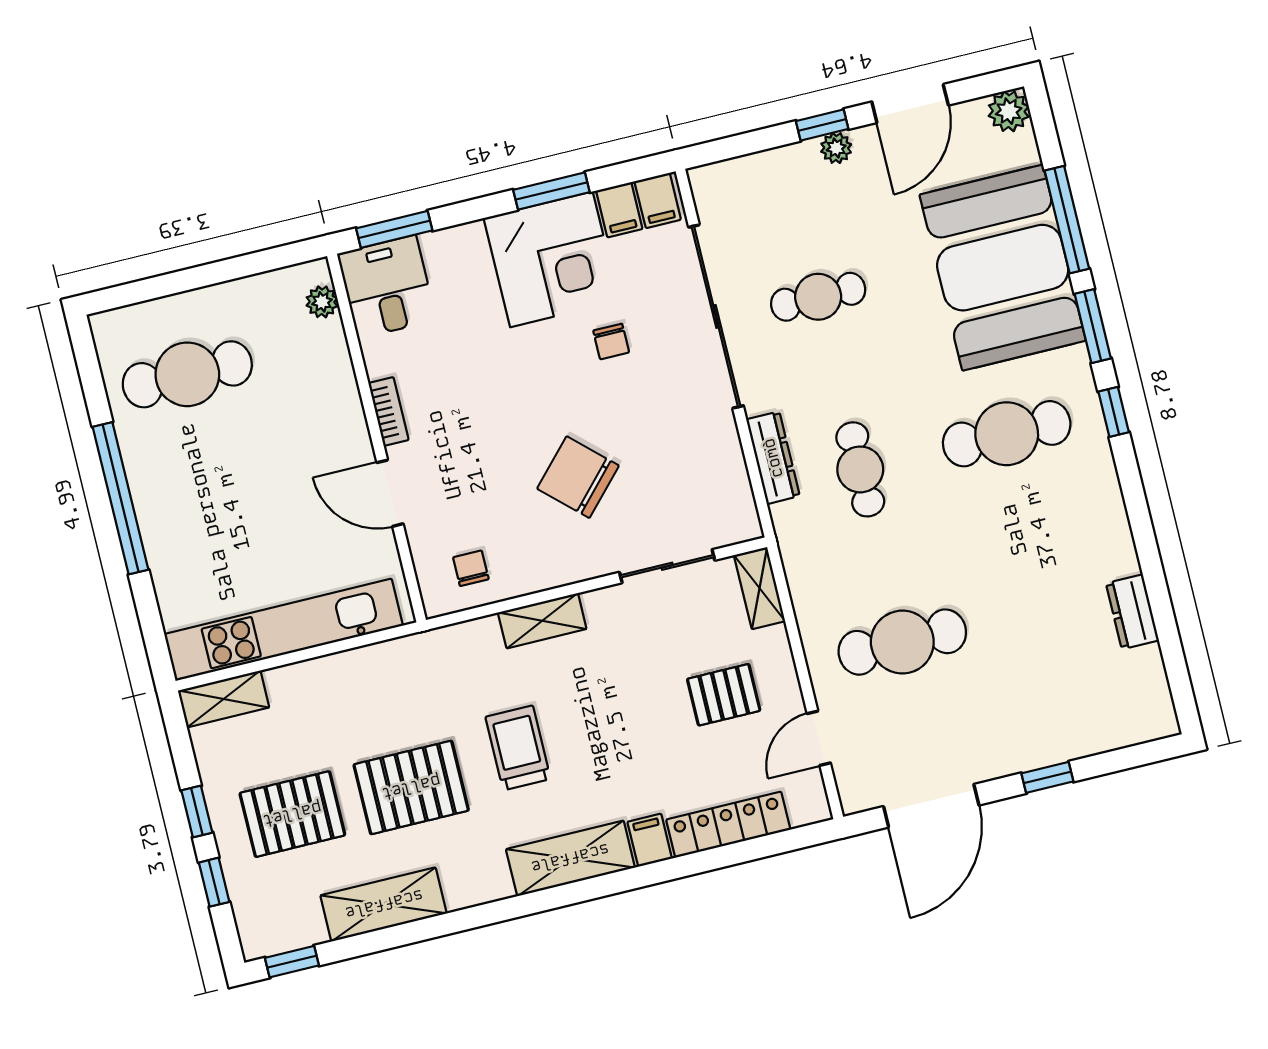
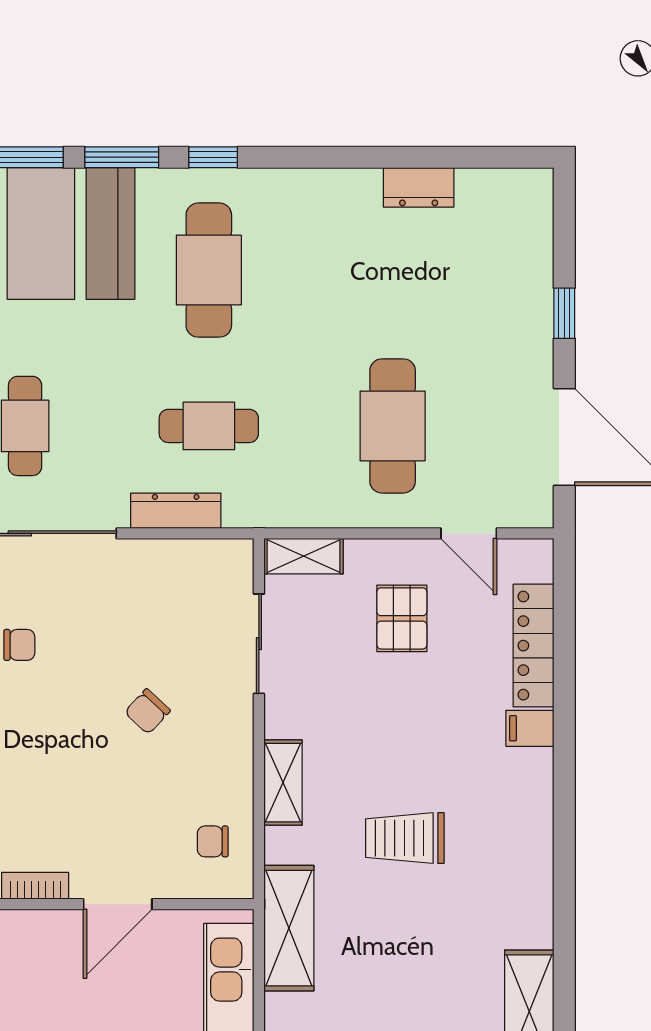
chair: (578, 477) -> (147, 711), width x0.54, depth x0.54
pallet: (411, 787) -> (418, 955), removed
shelving: (570, 858) -> (289, 928), moved

